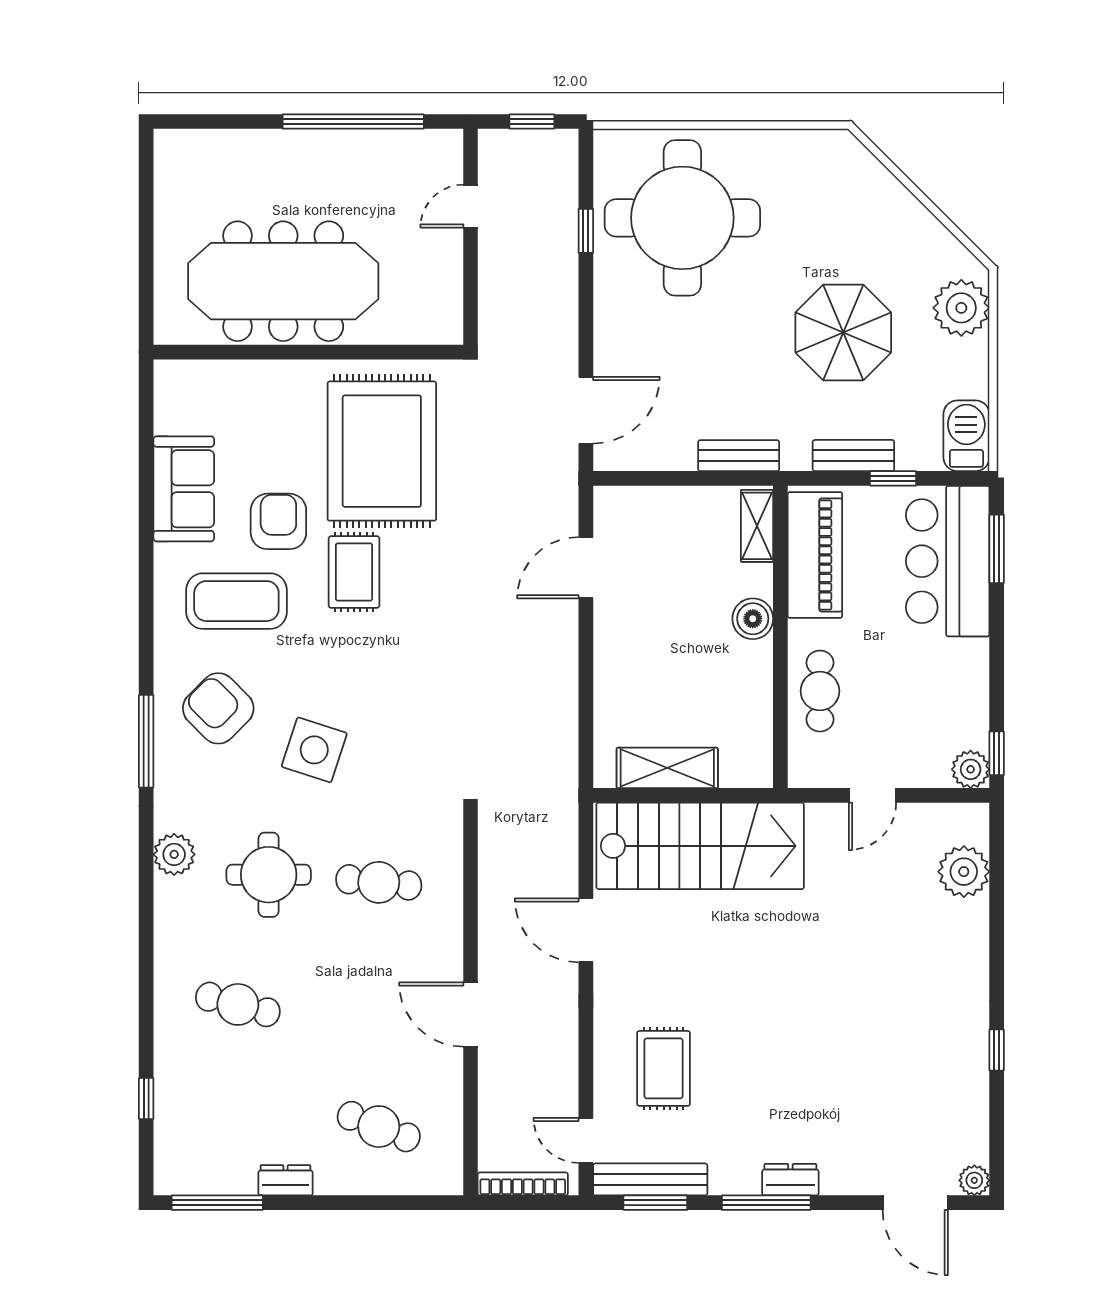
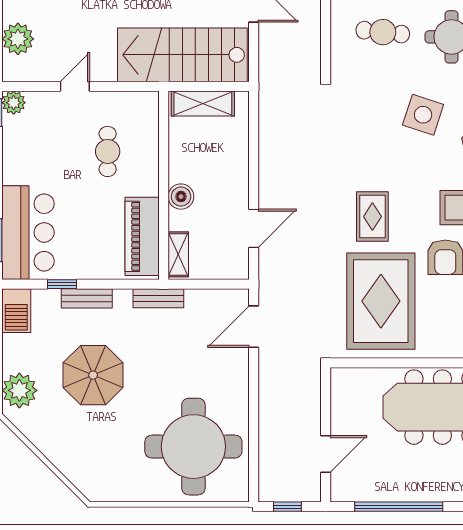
door: (470, 206) -> (326, 454), width x1.38
window: (586, 231) -> (254, 438), removed
shelving: (757, 526) -> (178, 254), moved
piano: (815, 555) -> (142, 236), moved
rug: (354, 572) -> (372, 217), moved
boiler: (753, 619) -> (181, 197), moved
wall: (780, 637) -> (164, 185), moved

